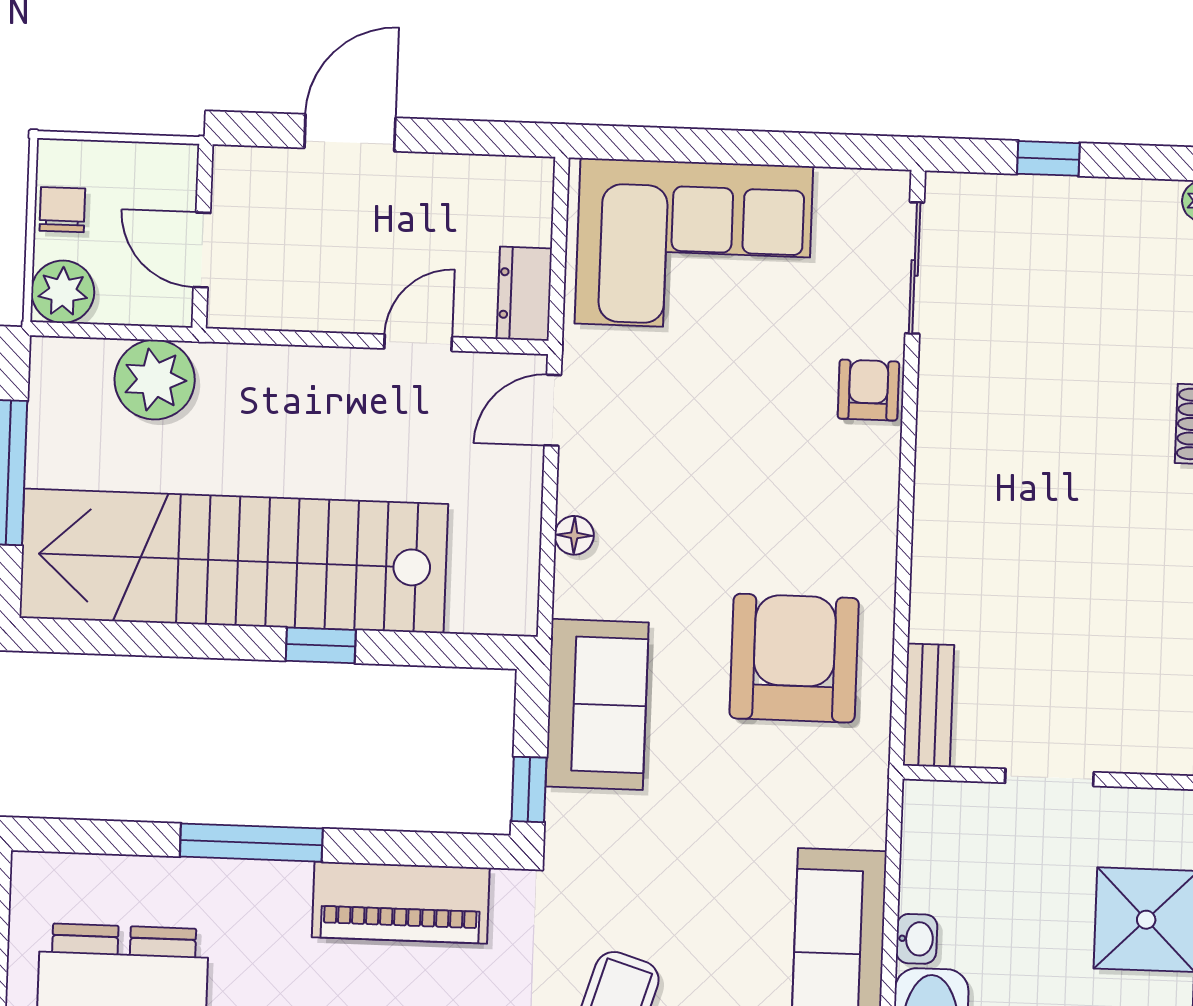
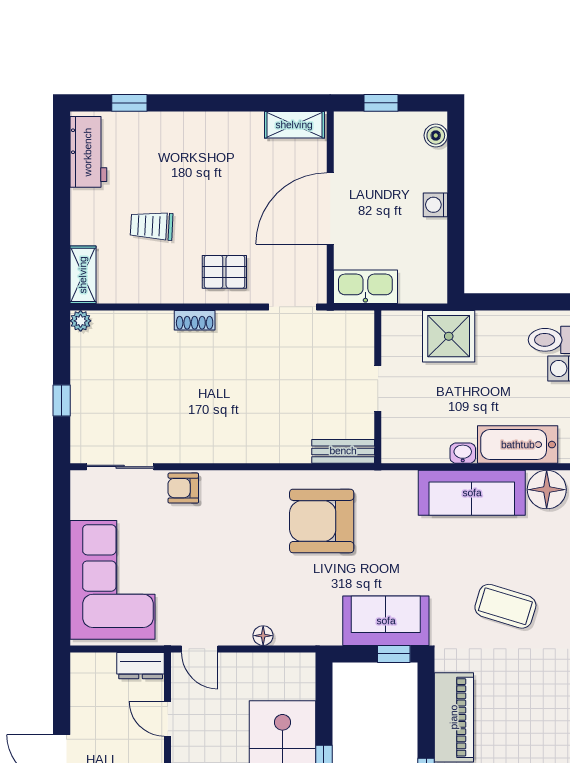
sofa: (597, 704) -> (386, 621), moved

